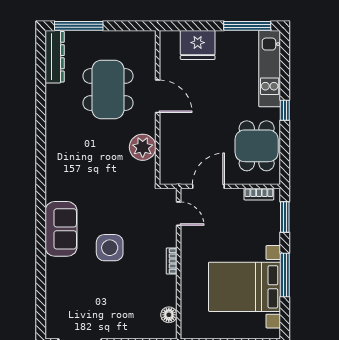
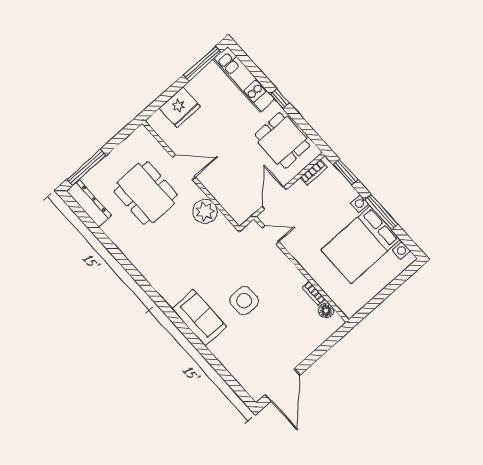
bookcase: (172, 261) -> (314, 293), moved

